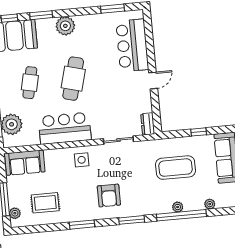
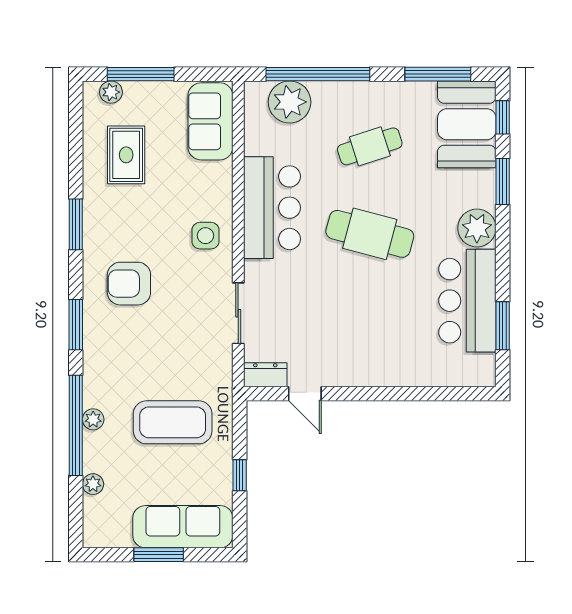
bar counter: (132, 45) -> (467, 301), moved, turned -90
door: (153, 81) -> (305, 394), moved
cafe table: (30, 83) -> (370, 146), turned -30
coffee table: (176, 168) -> (173, 422), turned 90

